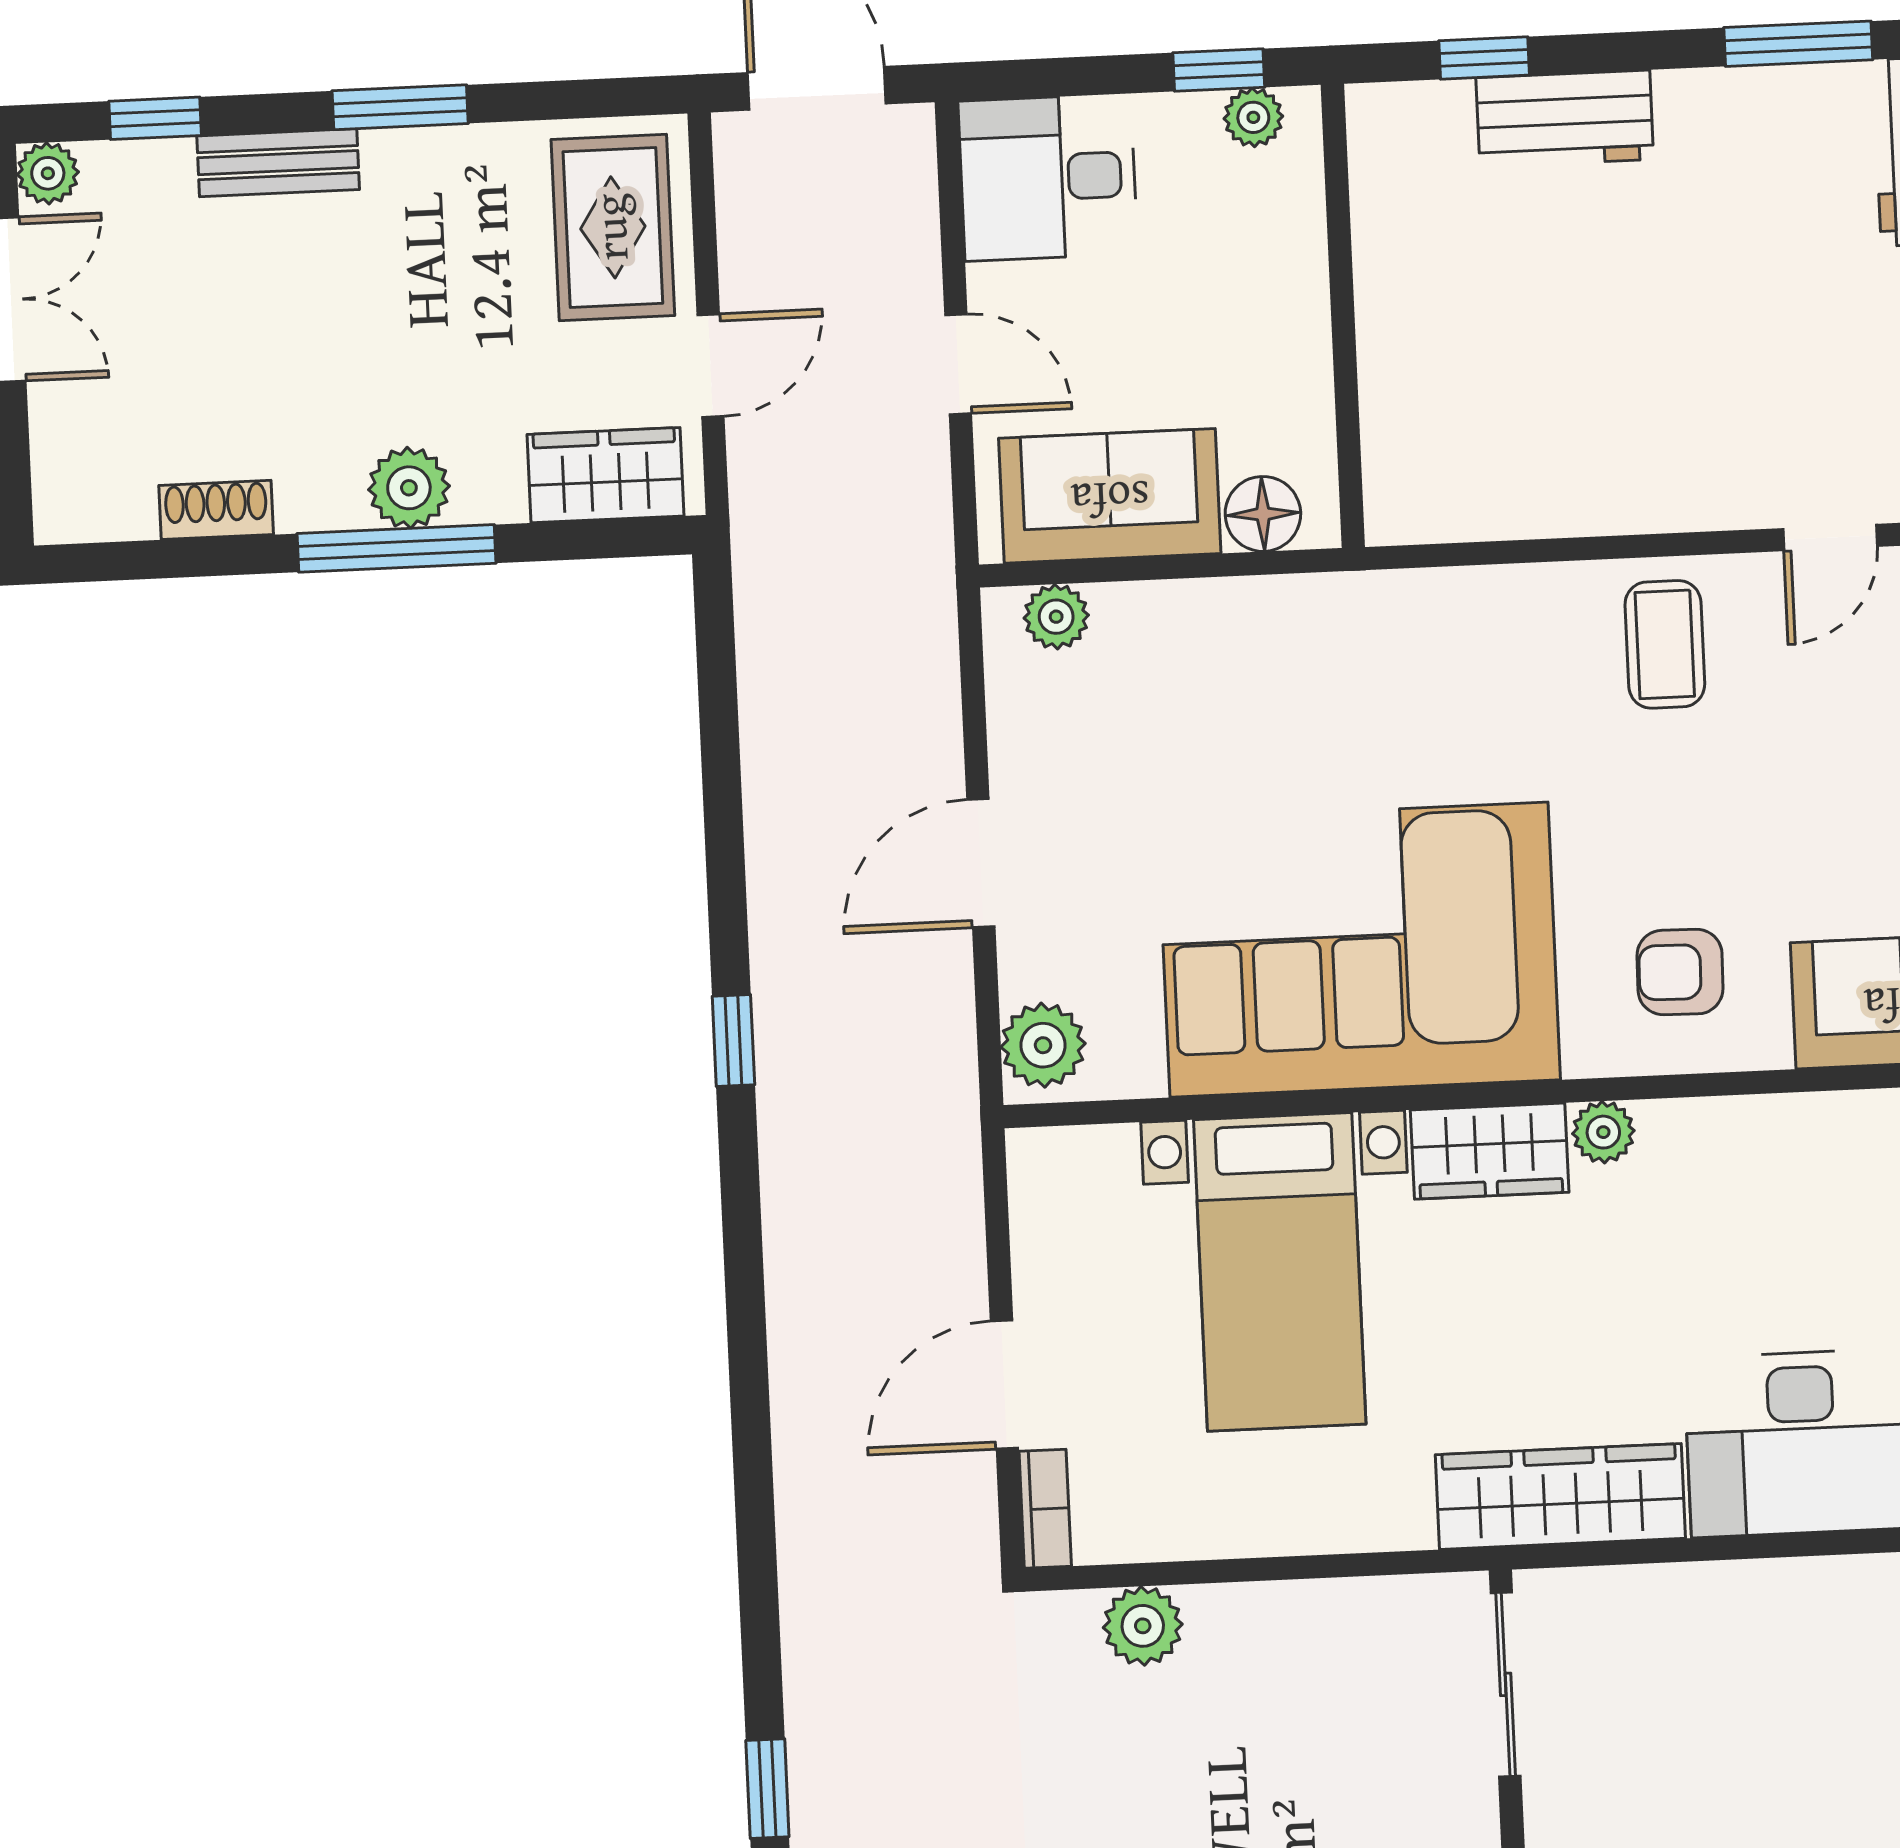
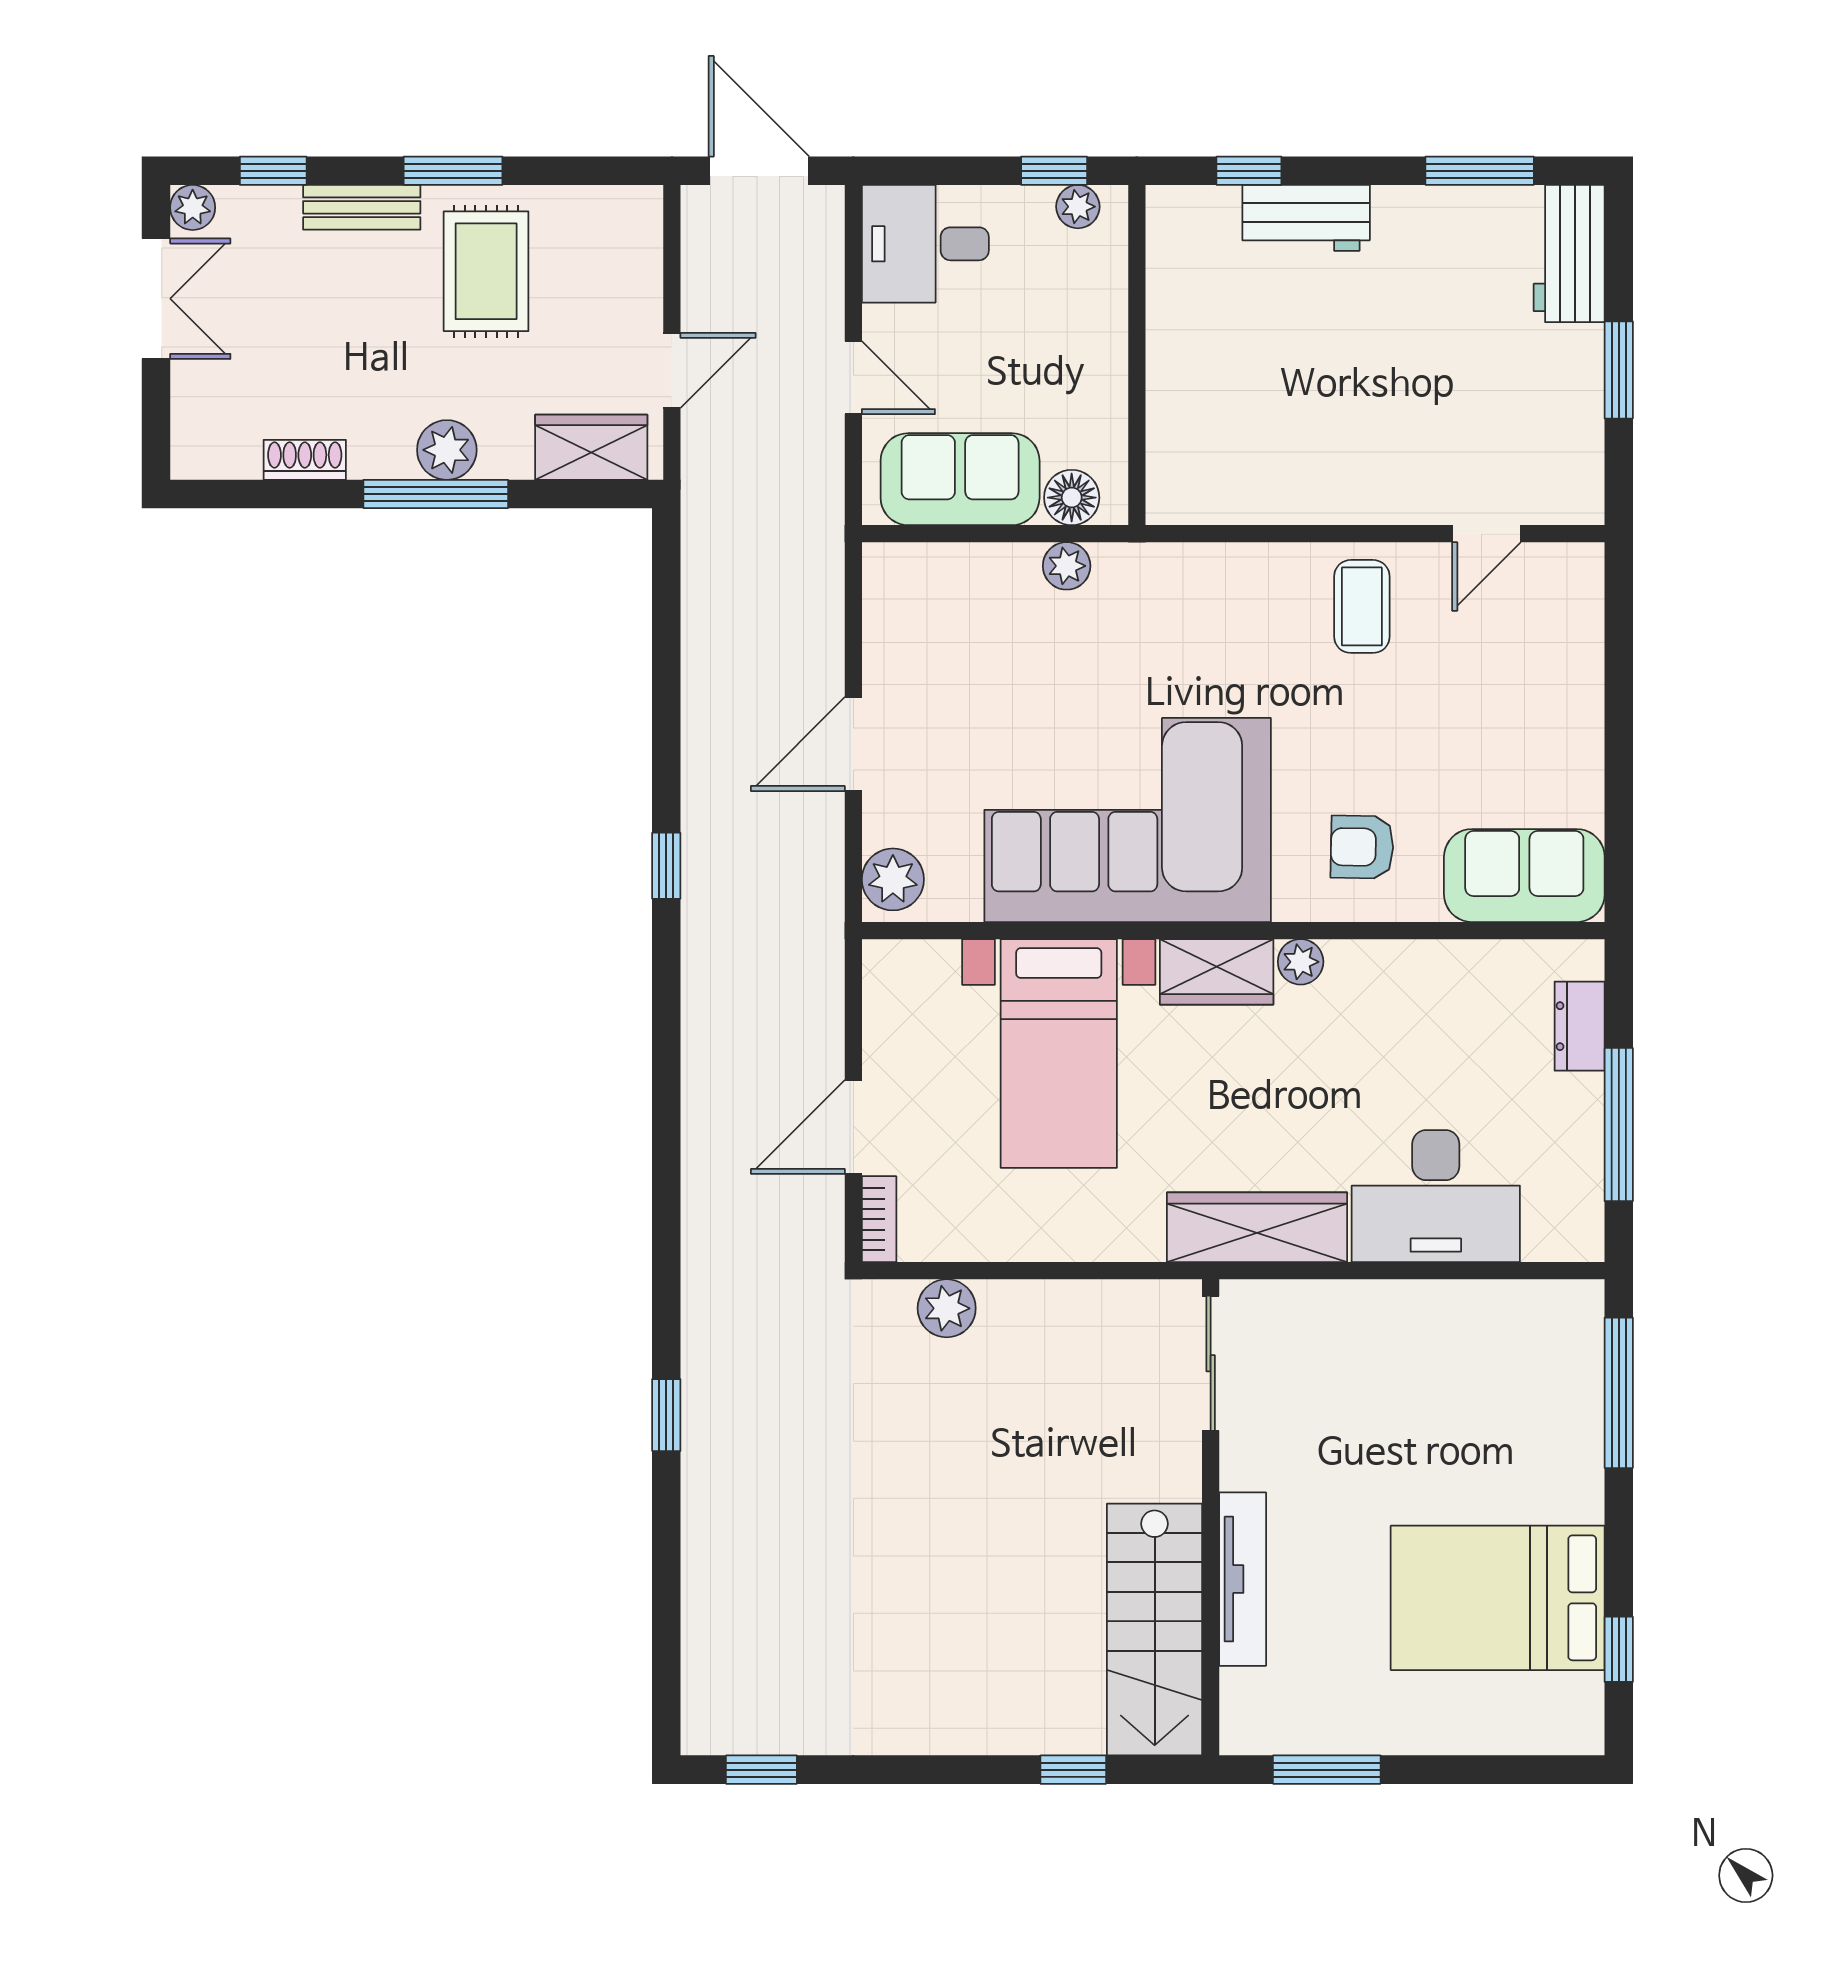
rug: (613, 227) -> (486, 271), moved
plant: (1056, 617) -> (1067, 566), moved

